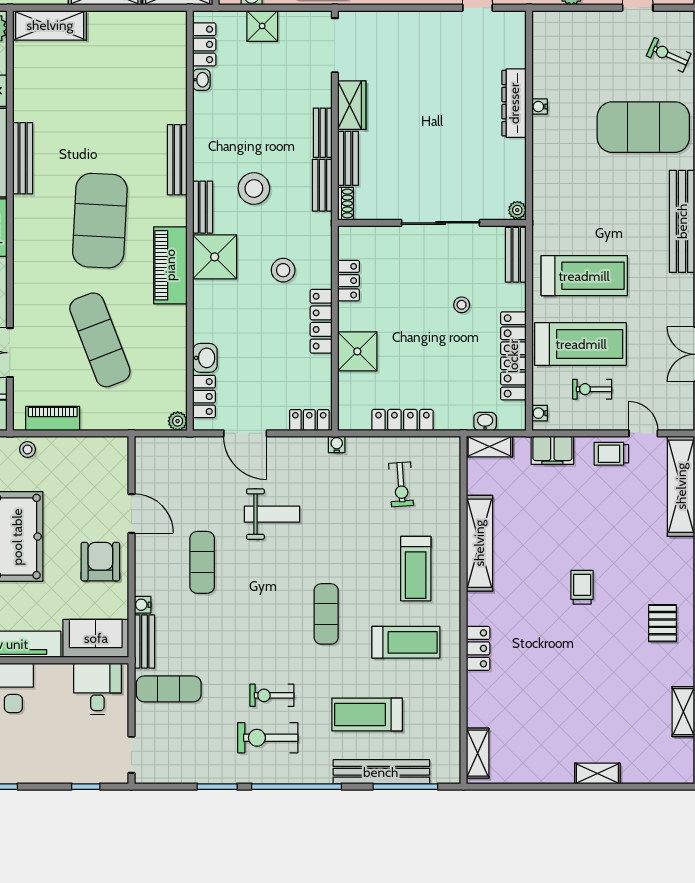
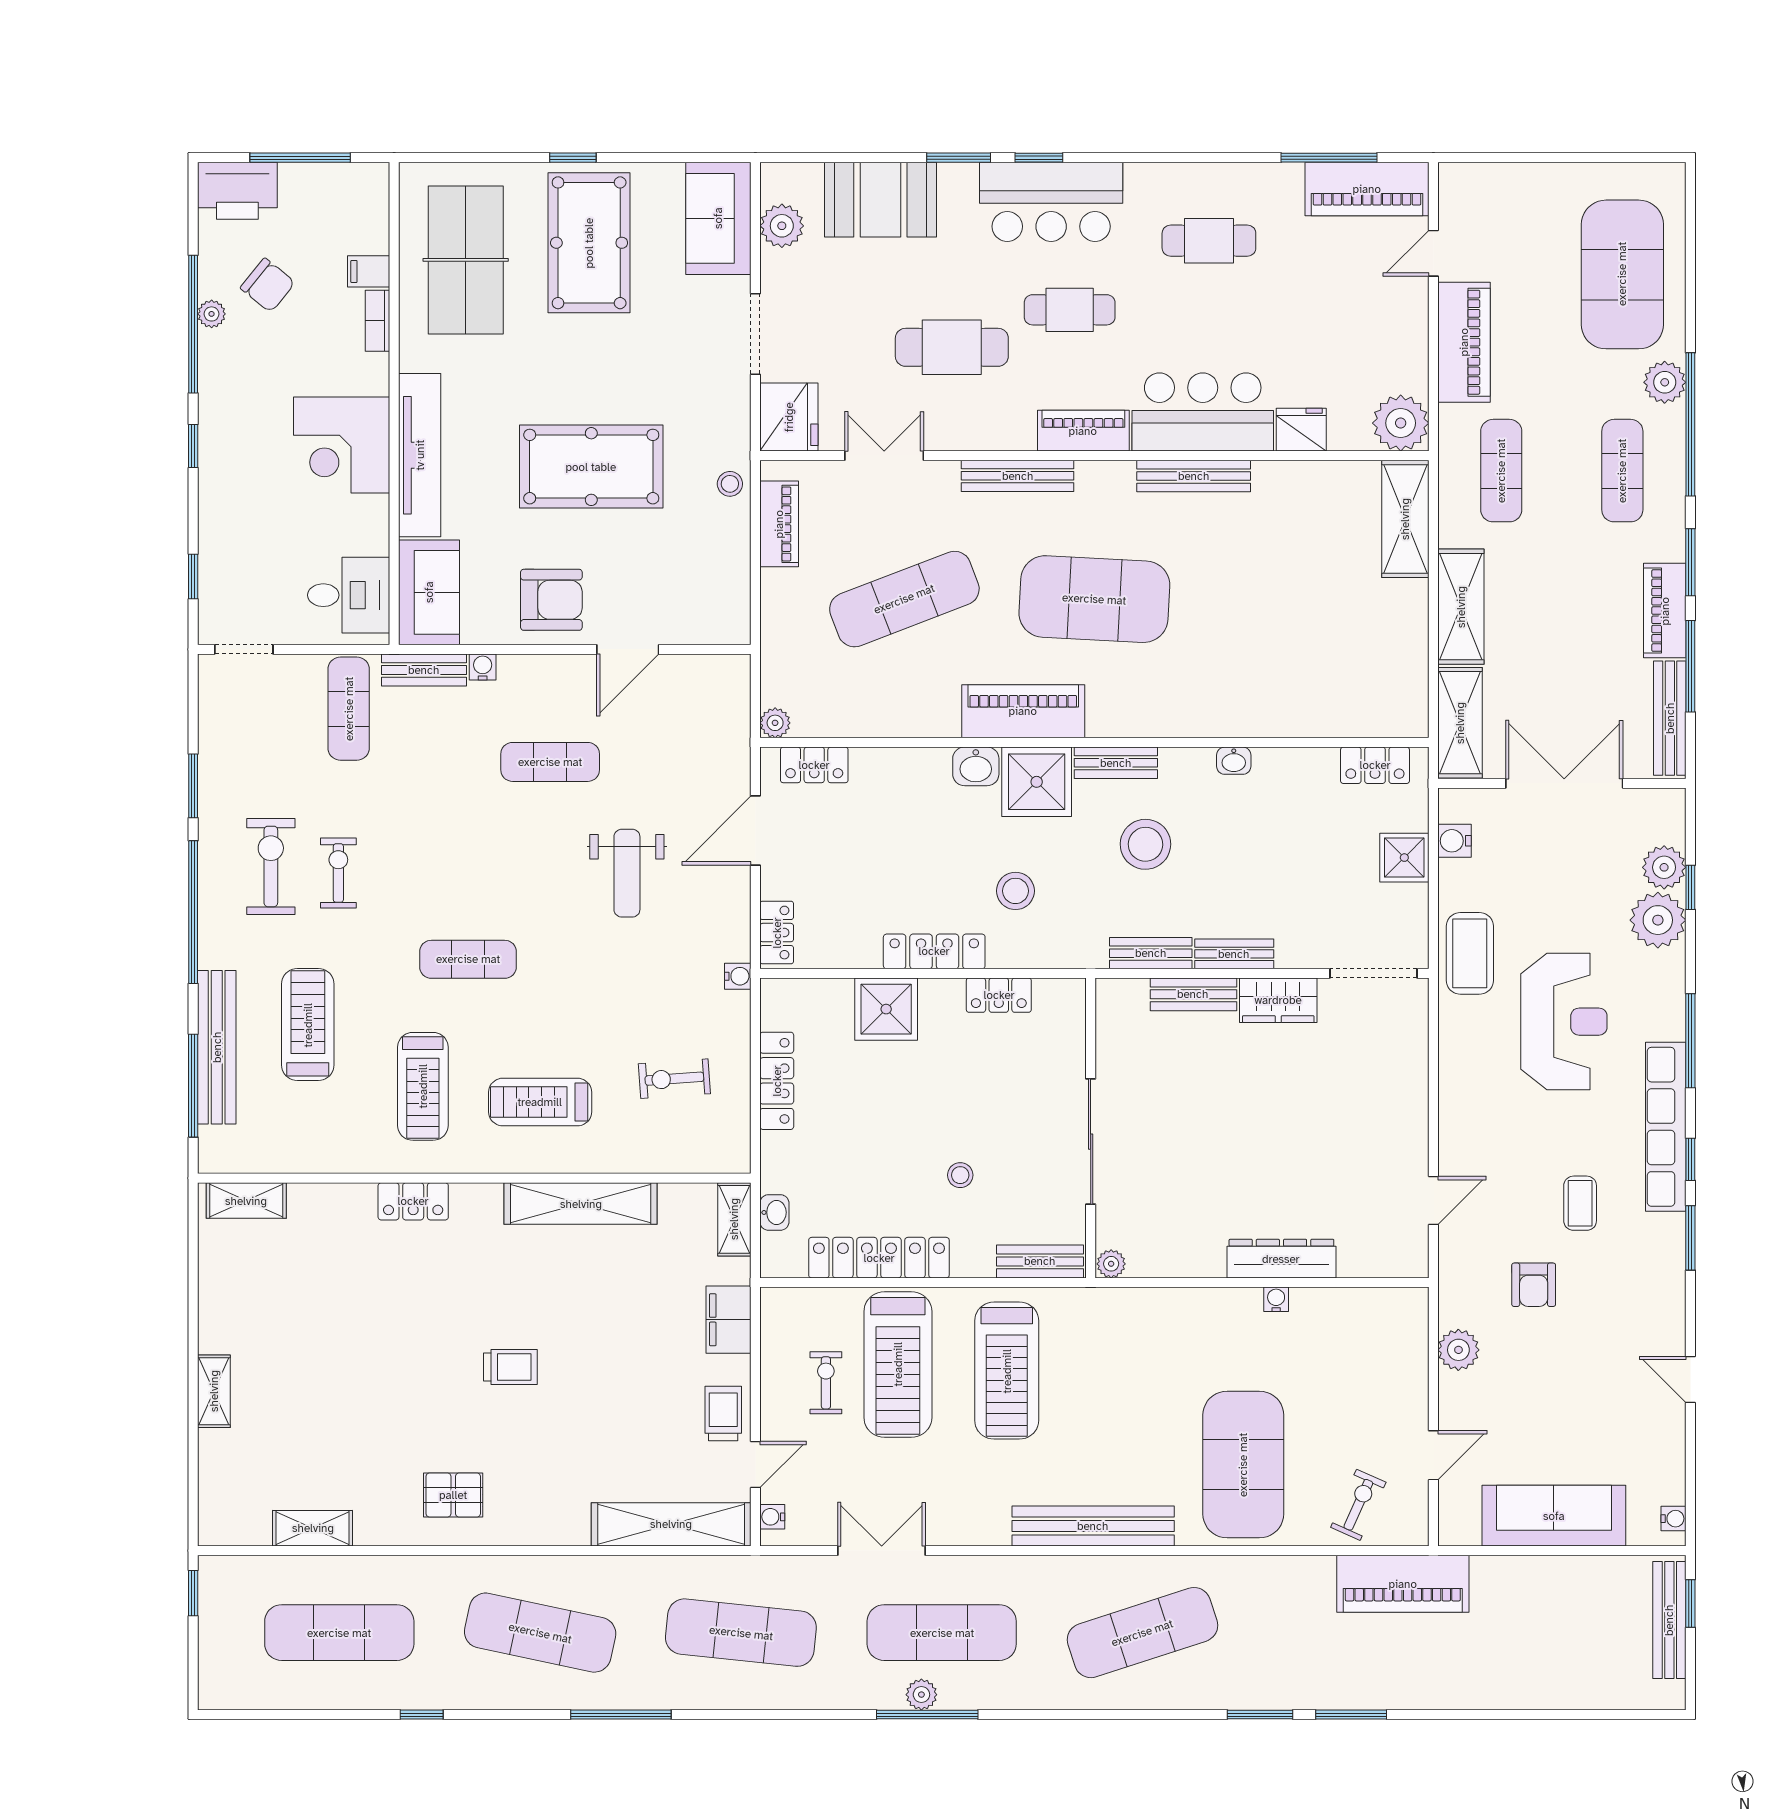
washbasin: (201, 80) -> (1234, 761), moved
bench: (177, 160) -> (1018, 476), moved
shoe rack: (346, 203) -> (1122, 990), removed
washbasin: (205, 358) -> (976, 766), moved
water cooler: (540, 413) -> (772, 1517), moved, turned -90

